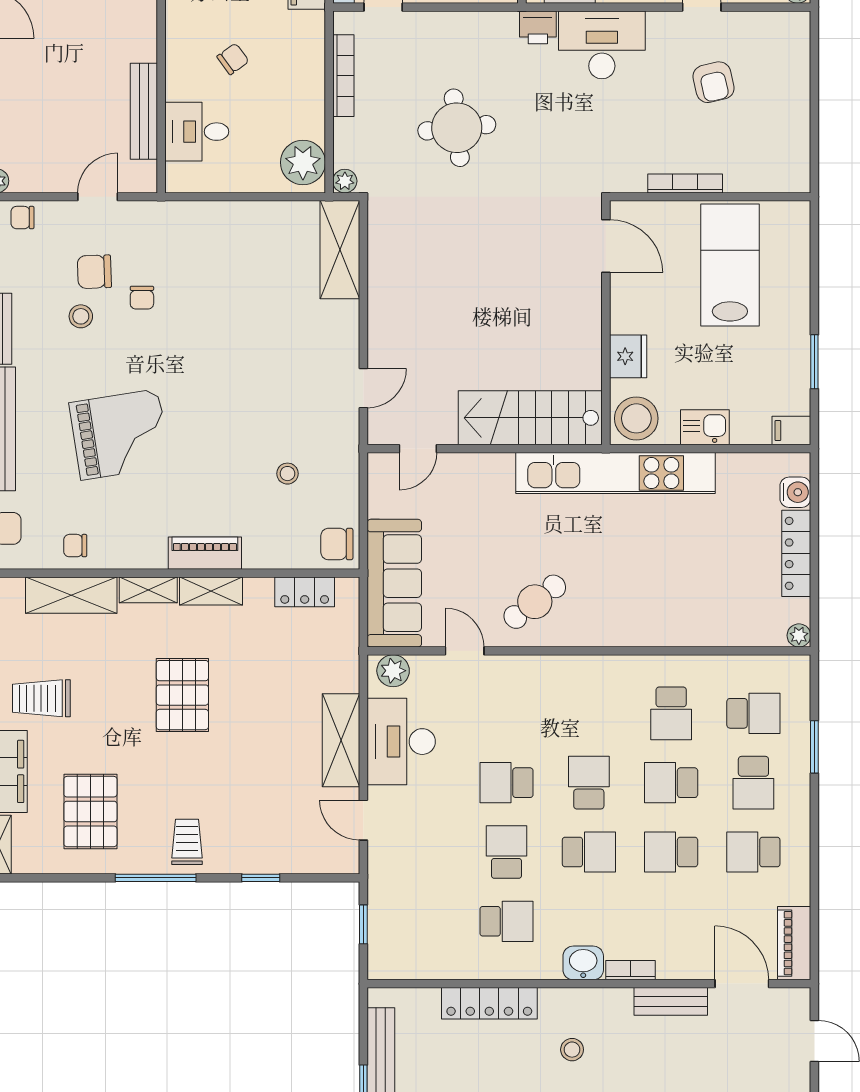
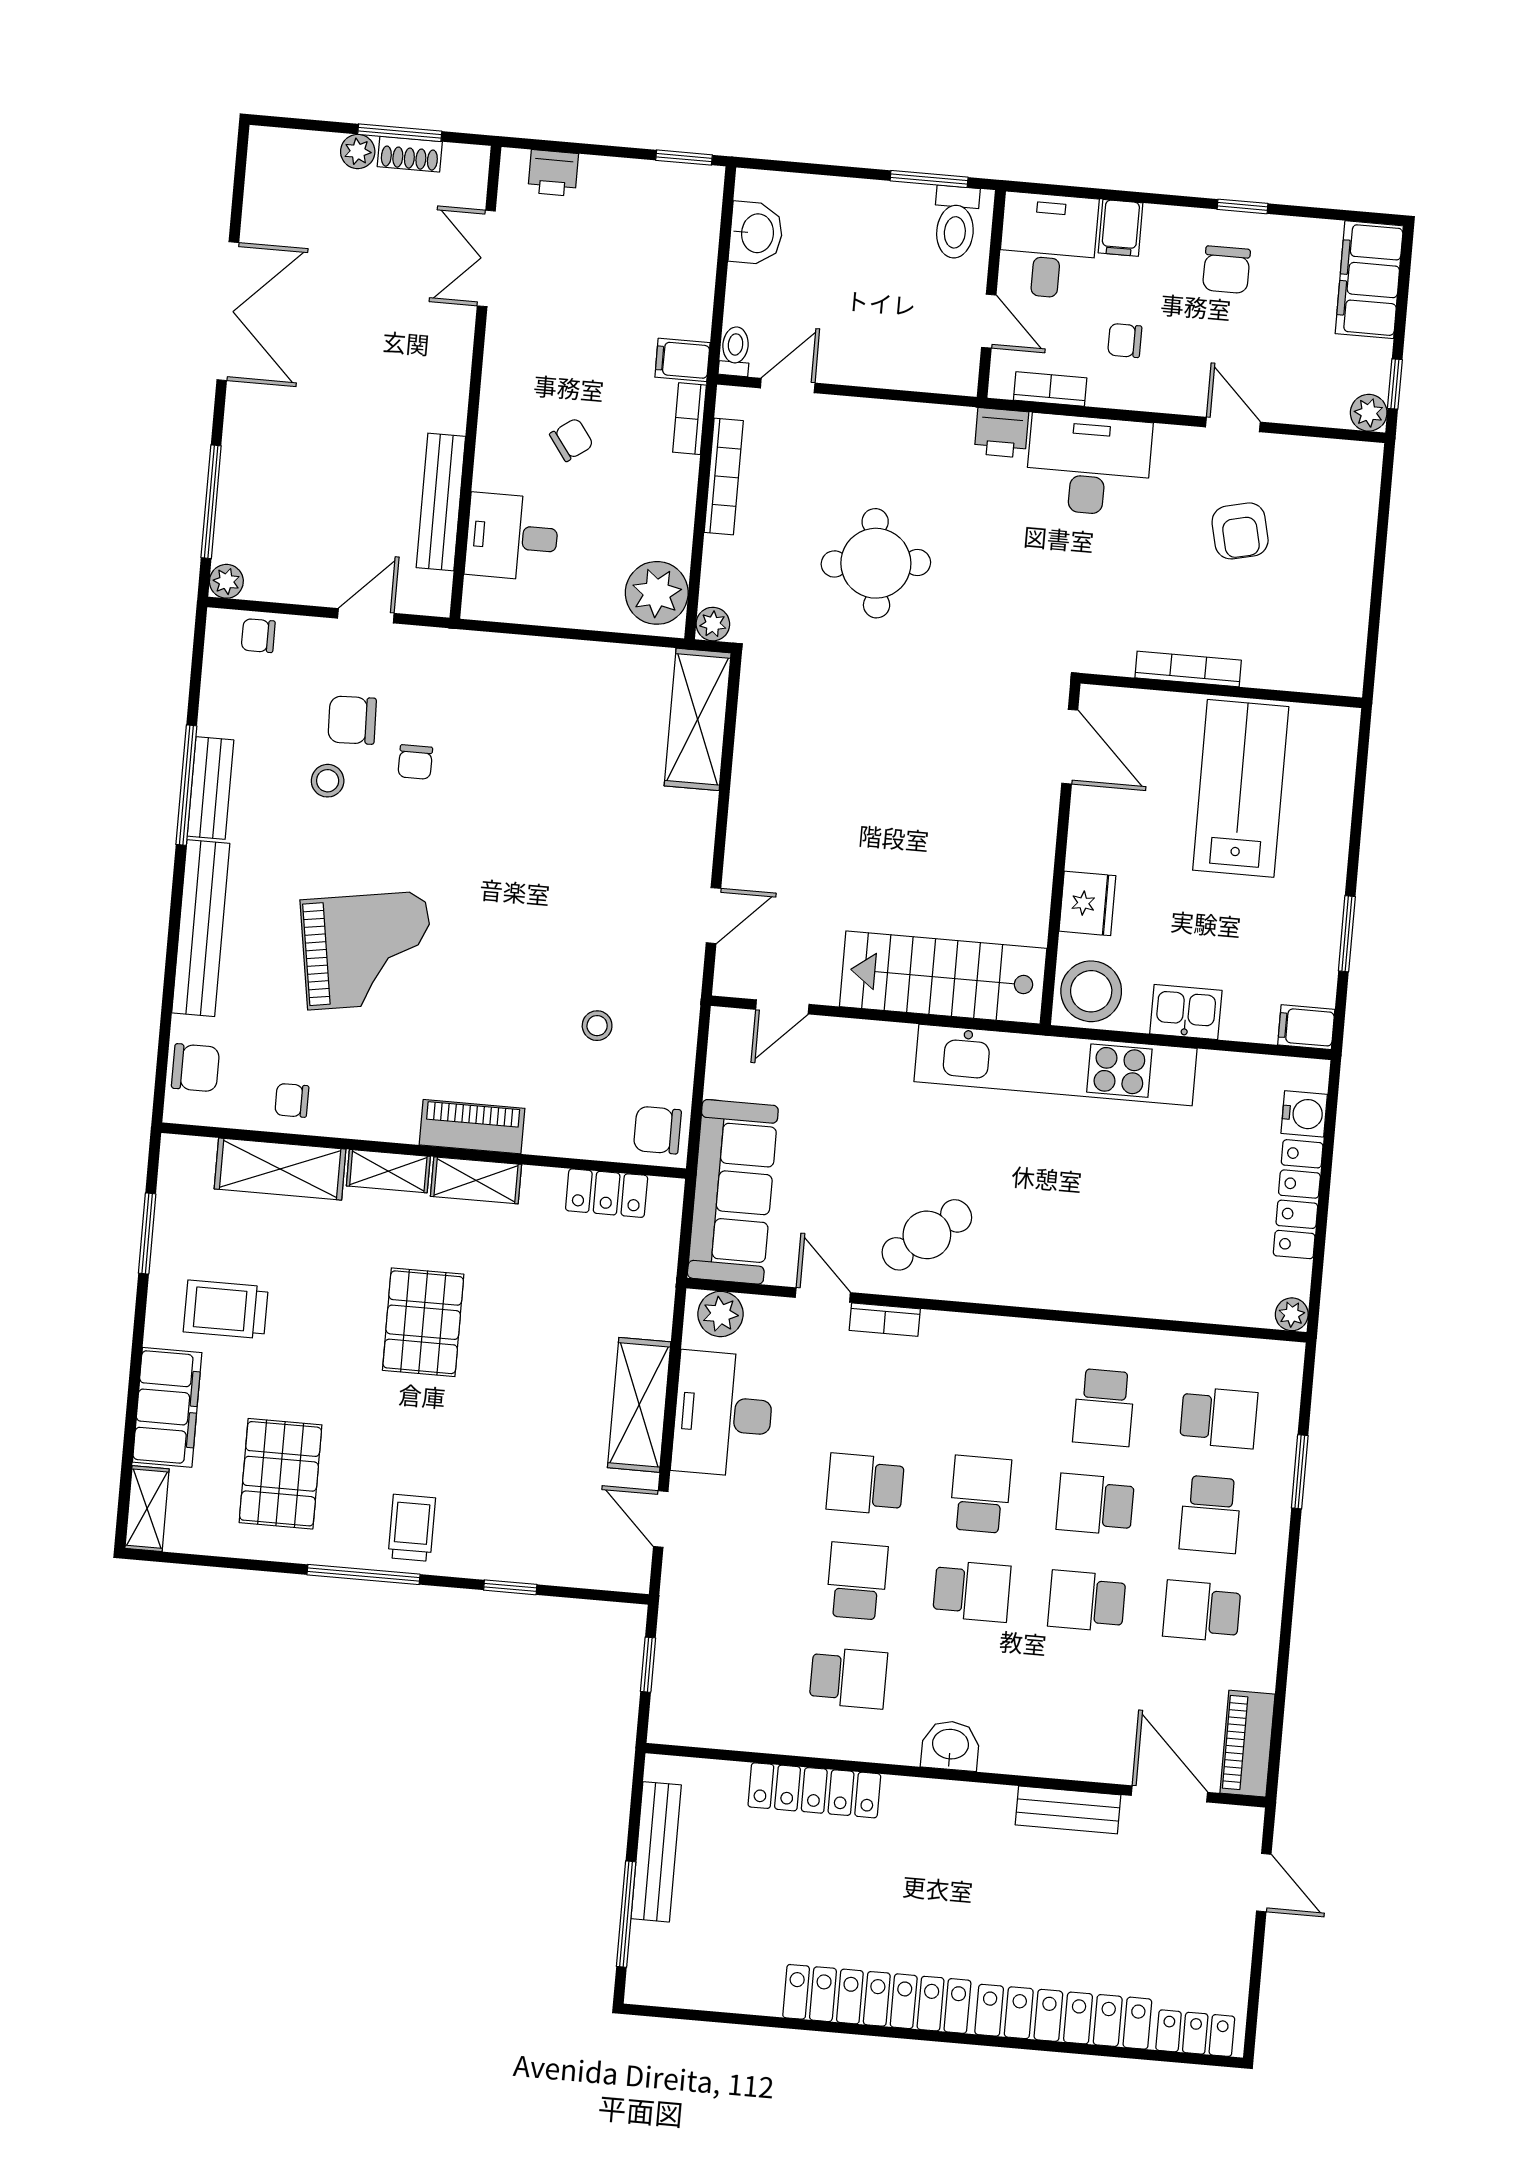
bookcase: (315, 37) -> (690, 419), added
bookcase: (630, 970) -> (885, 1320), moved, turned 180
stool: (572, 1050) -> (924, 1865), removed

